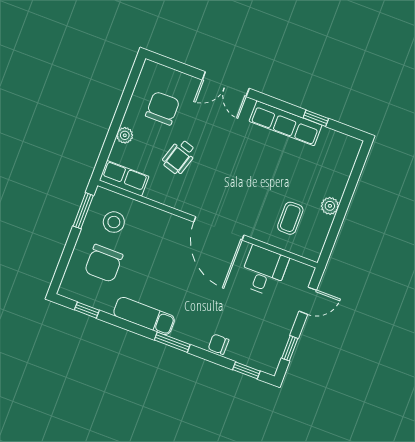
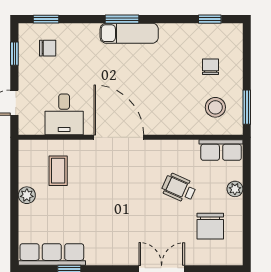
row of seats: (286, 123) -> (52, 254), moved
wheelchair: (179, 157) -> (179, 188), turned -83
chair: (104, 263) -> (210, 67), width x0.54, depth x0.54
exam couch: (144, 316) -> (129, 33), moved
chair: (218, 344) -> (48, 48), moved

